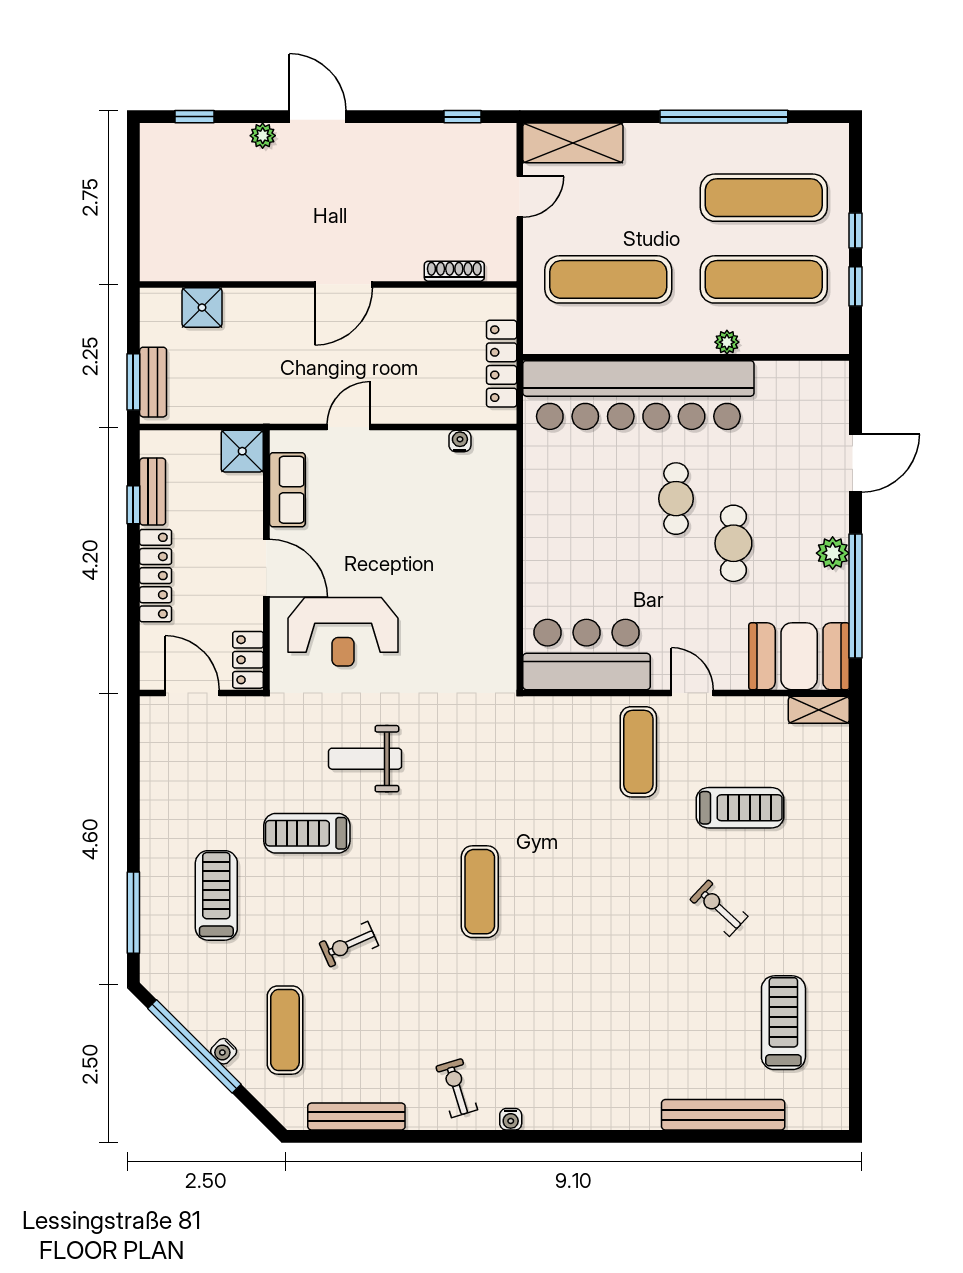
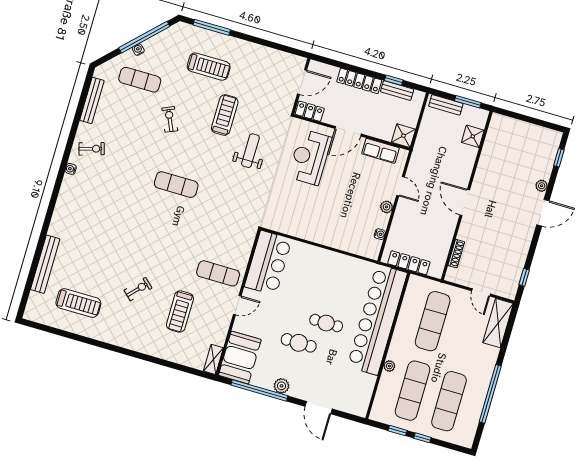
window: (133, 382) -> (468, 102), moved
plant: (400, 443) -> (387, 207), added

